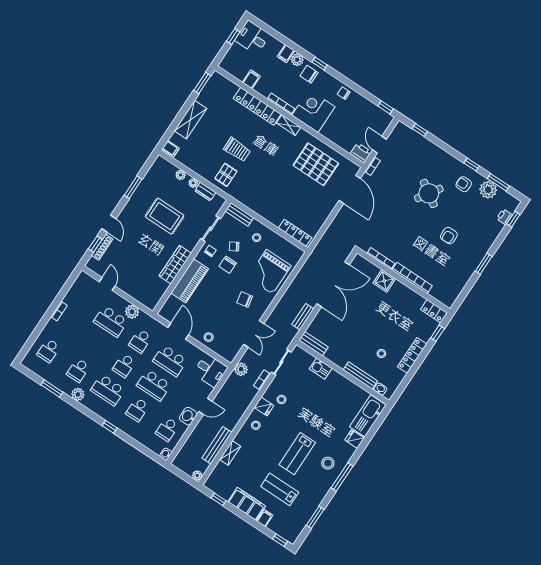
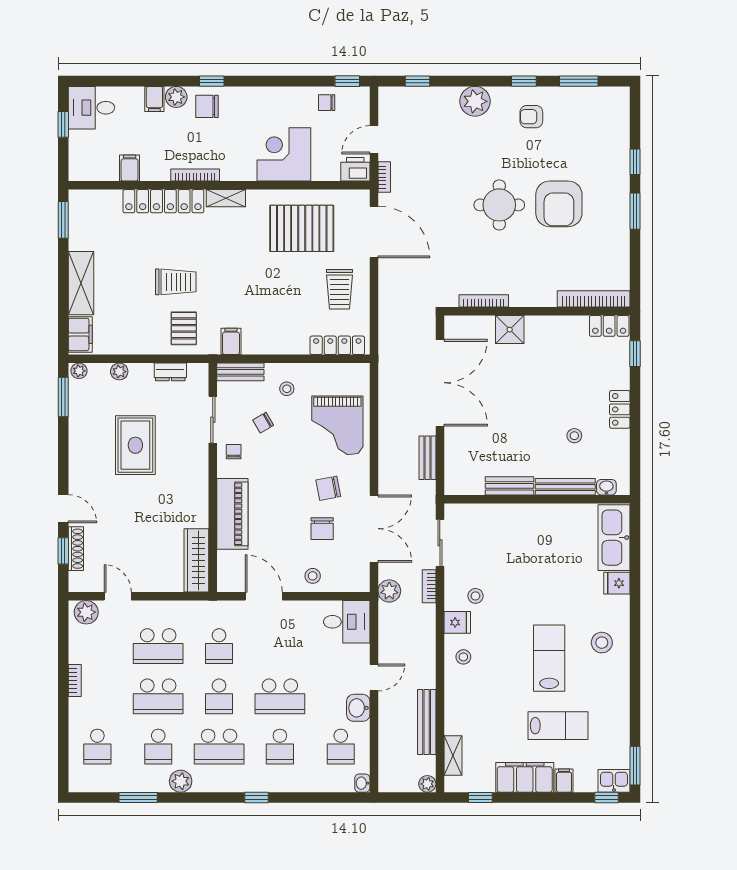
chair: (344, 93) -> (327, 103), moved
corner desk: (313, 111) -> (284, 154), moved
door: (380, 145) -> (374, 140), hinge flipped
filing cabinet: (171, 149) -> (80, 334), width x2.00
plant: (193, 183) -> (79, 371), moved
window: (133, 187) -> (63, 397), moved
plant: (488, 190) -> (475, 101), moved
round table: (429, 193) -> (499, 205), moved, turned -33
filing cabinet: (245, 196) -> (231, 341), added
trolley: (314, 206) -> (340, 289), added
rug: (165, 216) -> (135, 445), turned 90
printer: (504, 217) -> (620, 125), removed
window: (513, 219) -> (635, 162), moved
armchair: (449, 236) -> (559, 204), width x1.88, depth x1.88
wardrobe: (175, 265) -> (196, 560), moved
chair: (228, 265) -> (322, 529), moved
bookcase: (412, 278) -> (594, 299), moved
plant: (132, 312) -> (86, 612), moved
double door: (254, 334) -> (374, 529), width x1.37
bench: (314, 344) -> (510, 486), moved
locker: (412, 355) -> (620, 409), width x0.66
school desk: (170, 361) -> (158, 696), moved
kitchen sink: (321, 369) -> (614, 781), moved, turned 180
shelving: (230, 453) -> (453, 756), moved
lab bench: (297, 454) -> (549, 658), turned 180
window: (342, 477) -> (635, 649), removed
lab bench: (280, 489) -> (558, 726), turned 180
window: (315, 517) -> (635, 766), moved

